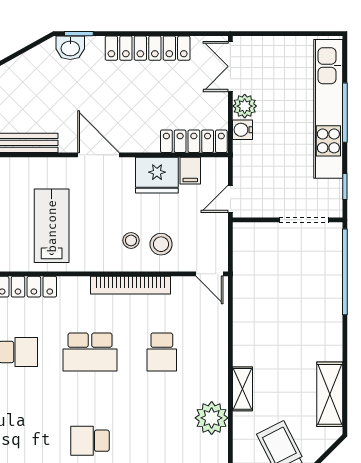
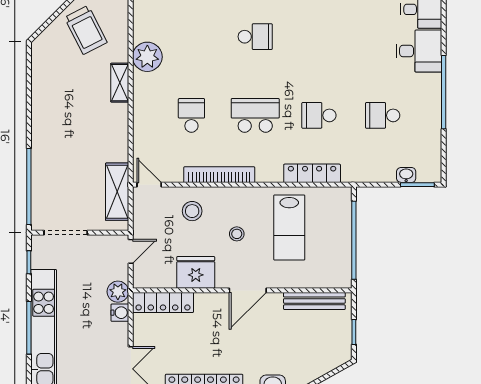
plant: (245, 106) -> (118, 292), moved
door: (98, 155) -> (248, 290), hinge flipped
filing cabinet: (190, 171) -> (166, 276), removed
stool: (131, 240) -> (237, 234), moved
shelving: (330, 394) -> (117, 192), moved

